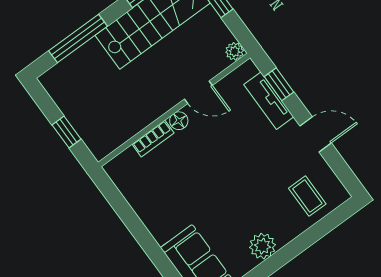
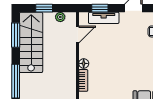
plant: (235, 51) -> (60, 17), moved
door: (198, 92) -> (78, 35), moved

